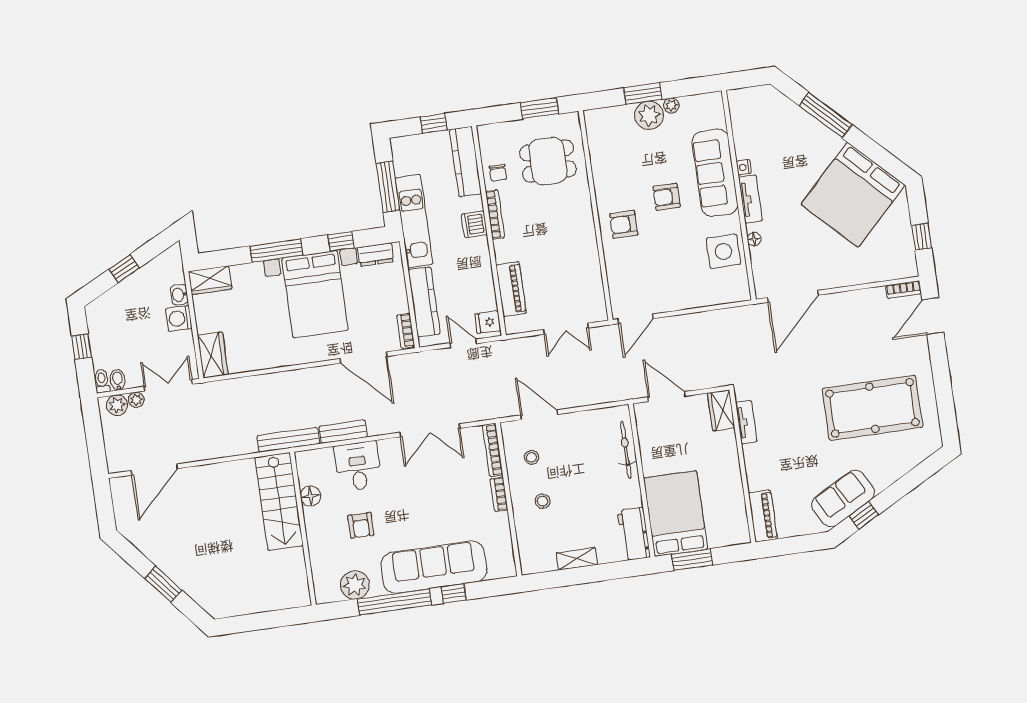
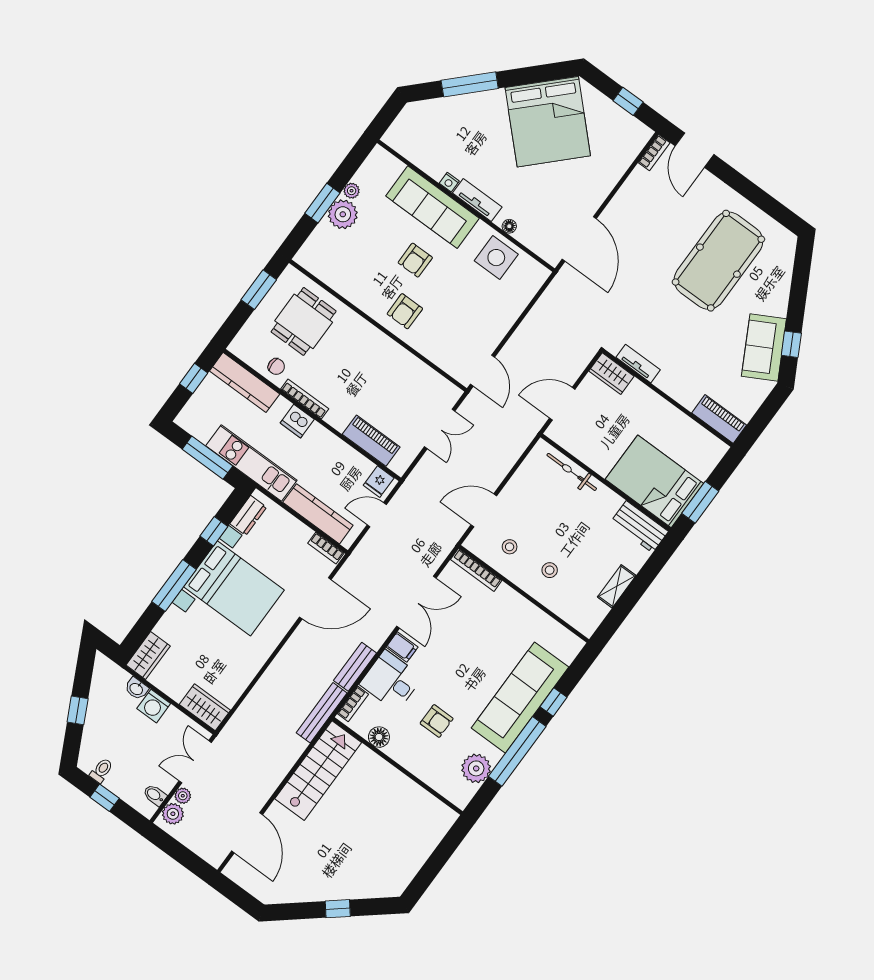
toilet: (102, 381) -> (101, 770), moved, turned 90
filing cabinet: (389, 451) -> (402, 647), added
bookcase: (499, 494) -> (353, 704), moved, turned -90
stairs: (279, 502) -> (318, 771), moved, turned -90
window: (163, 584) -> (338, 909), width x0.67

